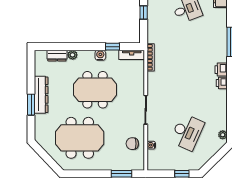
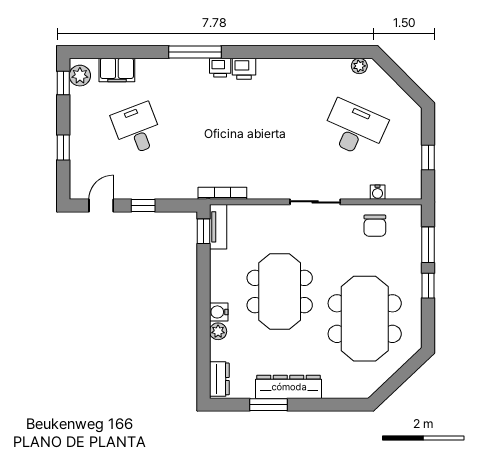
window: (112, 47) -> (203, 231), moved
water cooler: (100, 55) -> (219, 312), moved
dresser: (57, 56) -> (219, 379), moved
printer: (222, 83) -> (220, 68), moved
window: (31, 105) -> (268, 405), moved
window: (98, 174) -> (428, 286), added
window: (182, 174) -> (428, 157), moved

